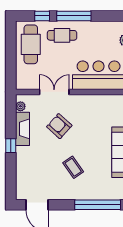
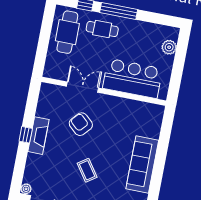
plant: (20, 106) -> (26, 189), moved
fireplace: (22, 129) -> (38, 136), moved

